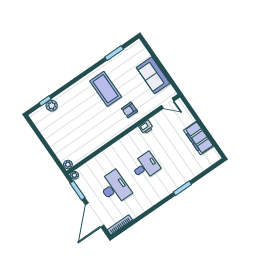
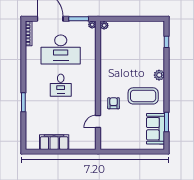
sofa: (153, 75) -> (156, 129), moved, turned -90
door: (168, 103) -> (98, 121), moved
plant: (52, 106) -> (159, 75), moved
printer: (146, 127) -> (91, 107), removed
desk: (115, 188) -> (61, 49), width x1.36, depth x1.30

